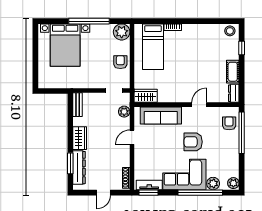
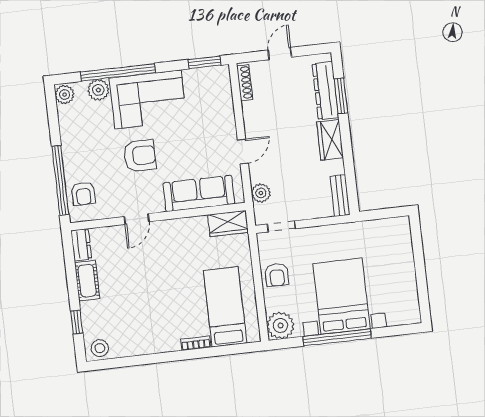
bed with nightstands: (65, 45) -> (341, 296), moved
tv unit: (149, 185) -> (205, 75), removed

